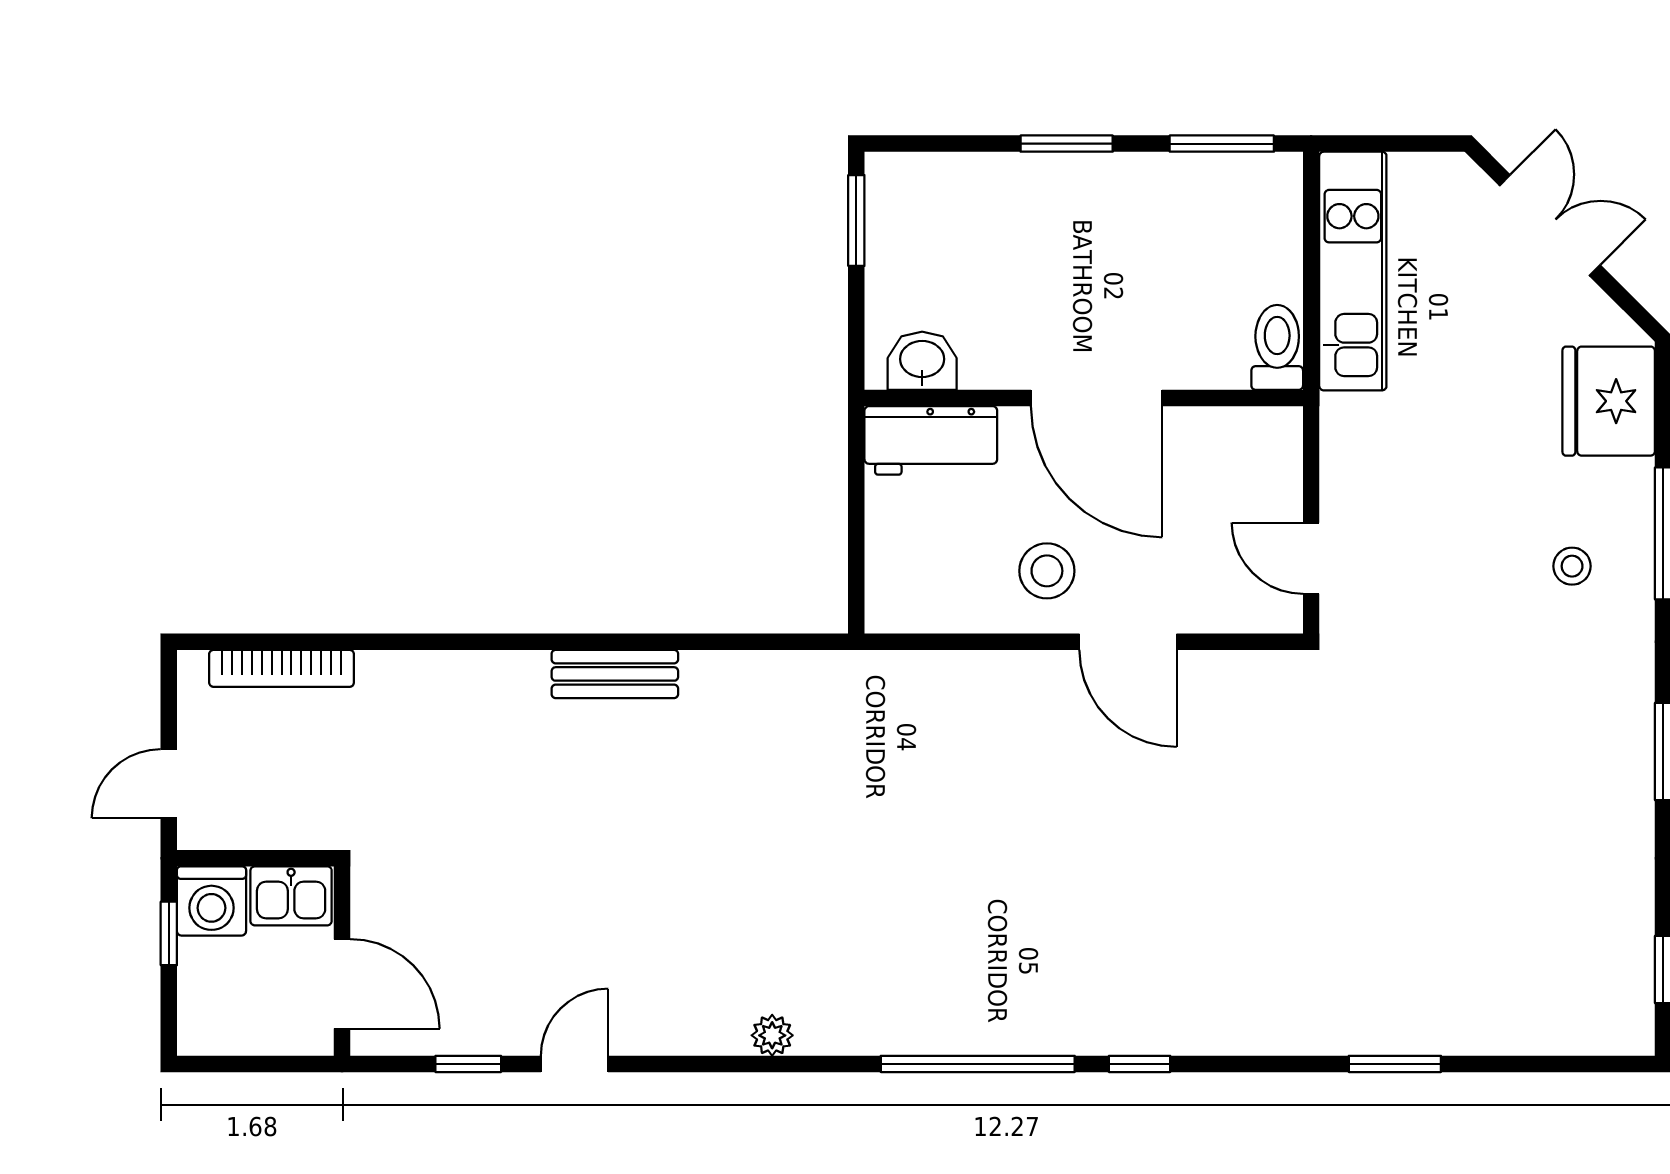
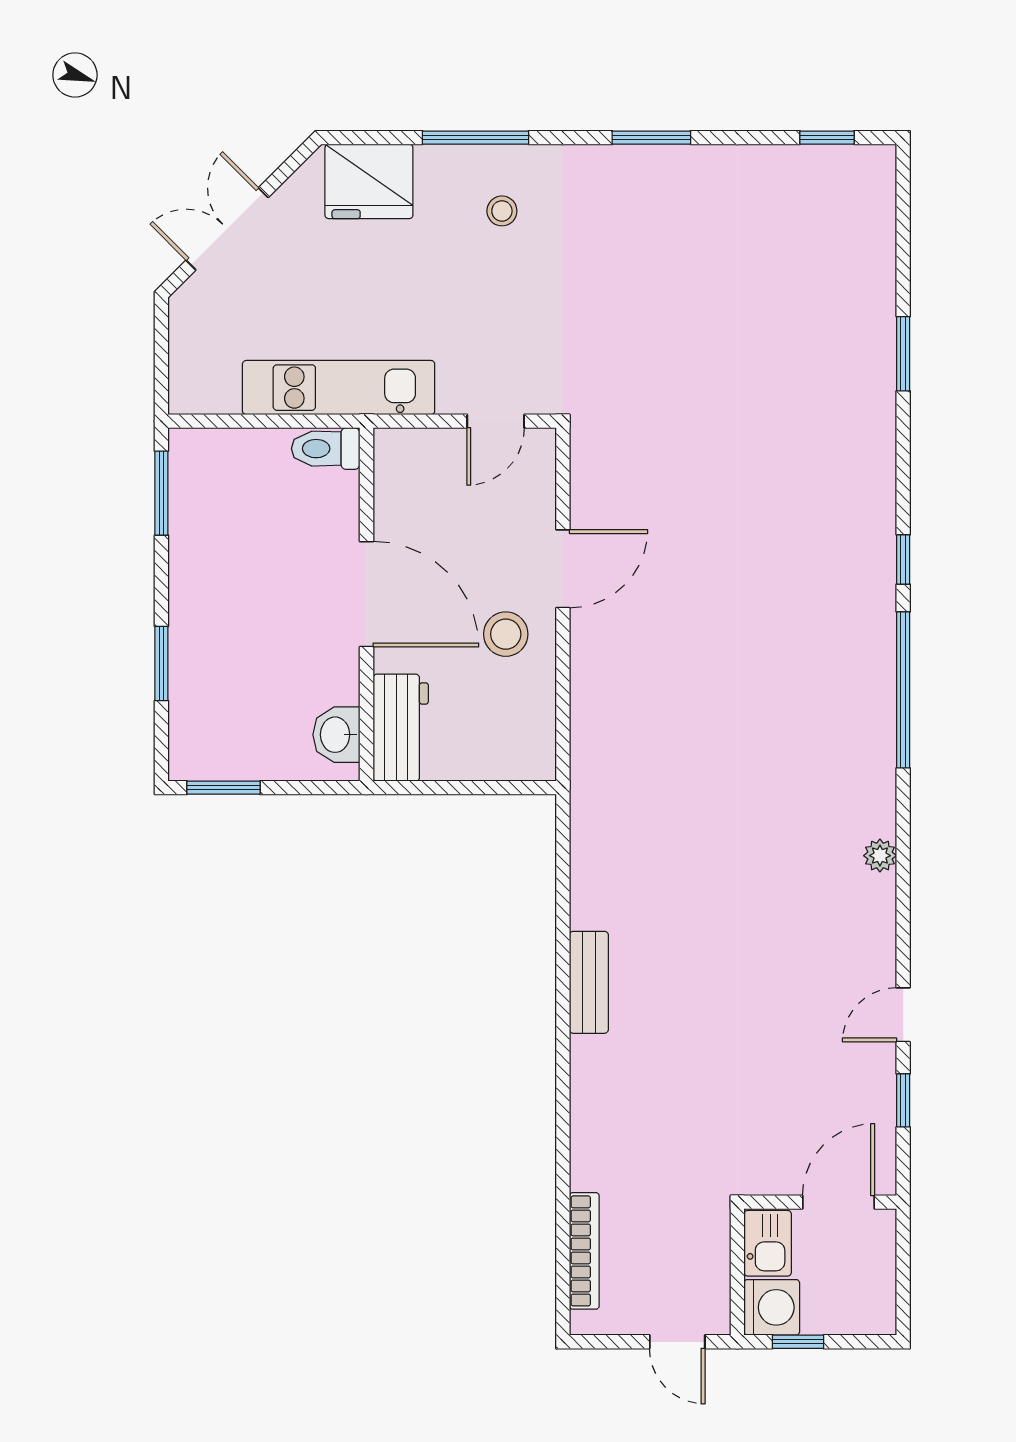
window: (1067, 144) -> (161, 663), moved
kitchen unit: (1353, 271) -> (339, 388), moved
door: (1096, 398) -> (366, 594), hinge flipped
door: (575, 1064) -> (903, 1015), hinge flipped

